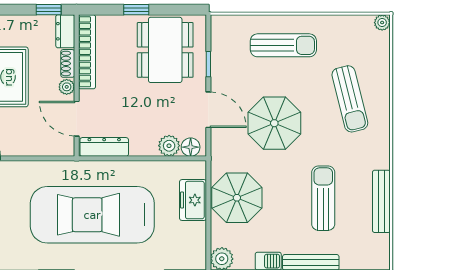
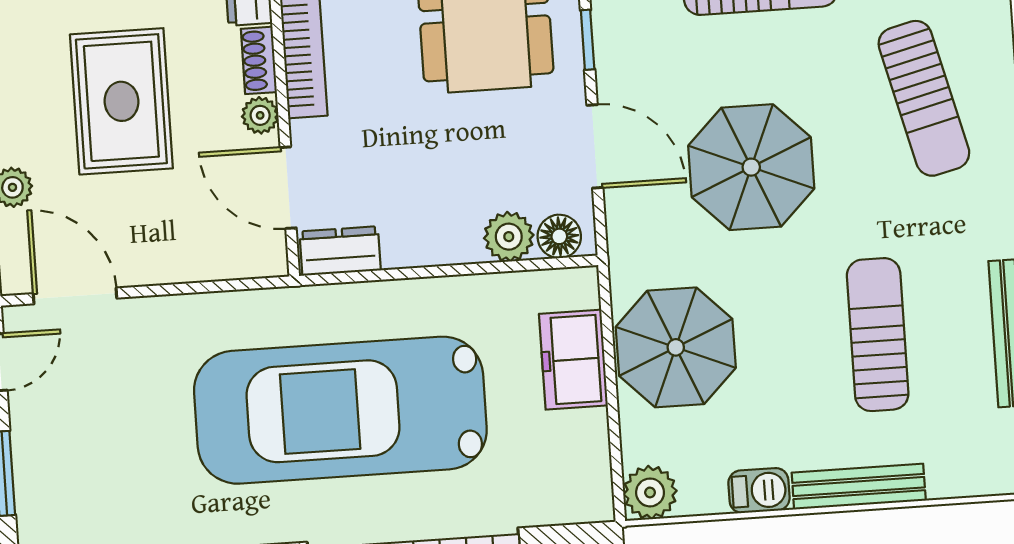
dresser: (104, 147) -> (340, 251), width x0.70

